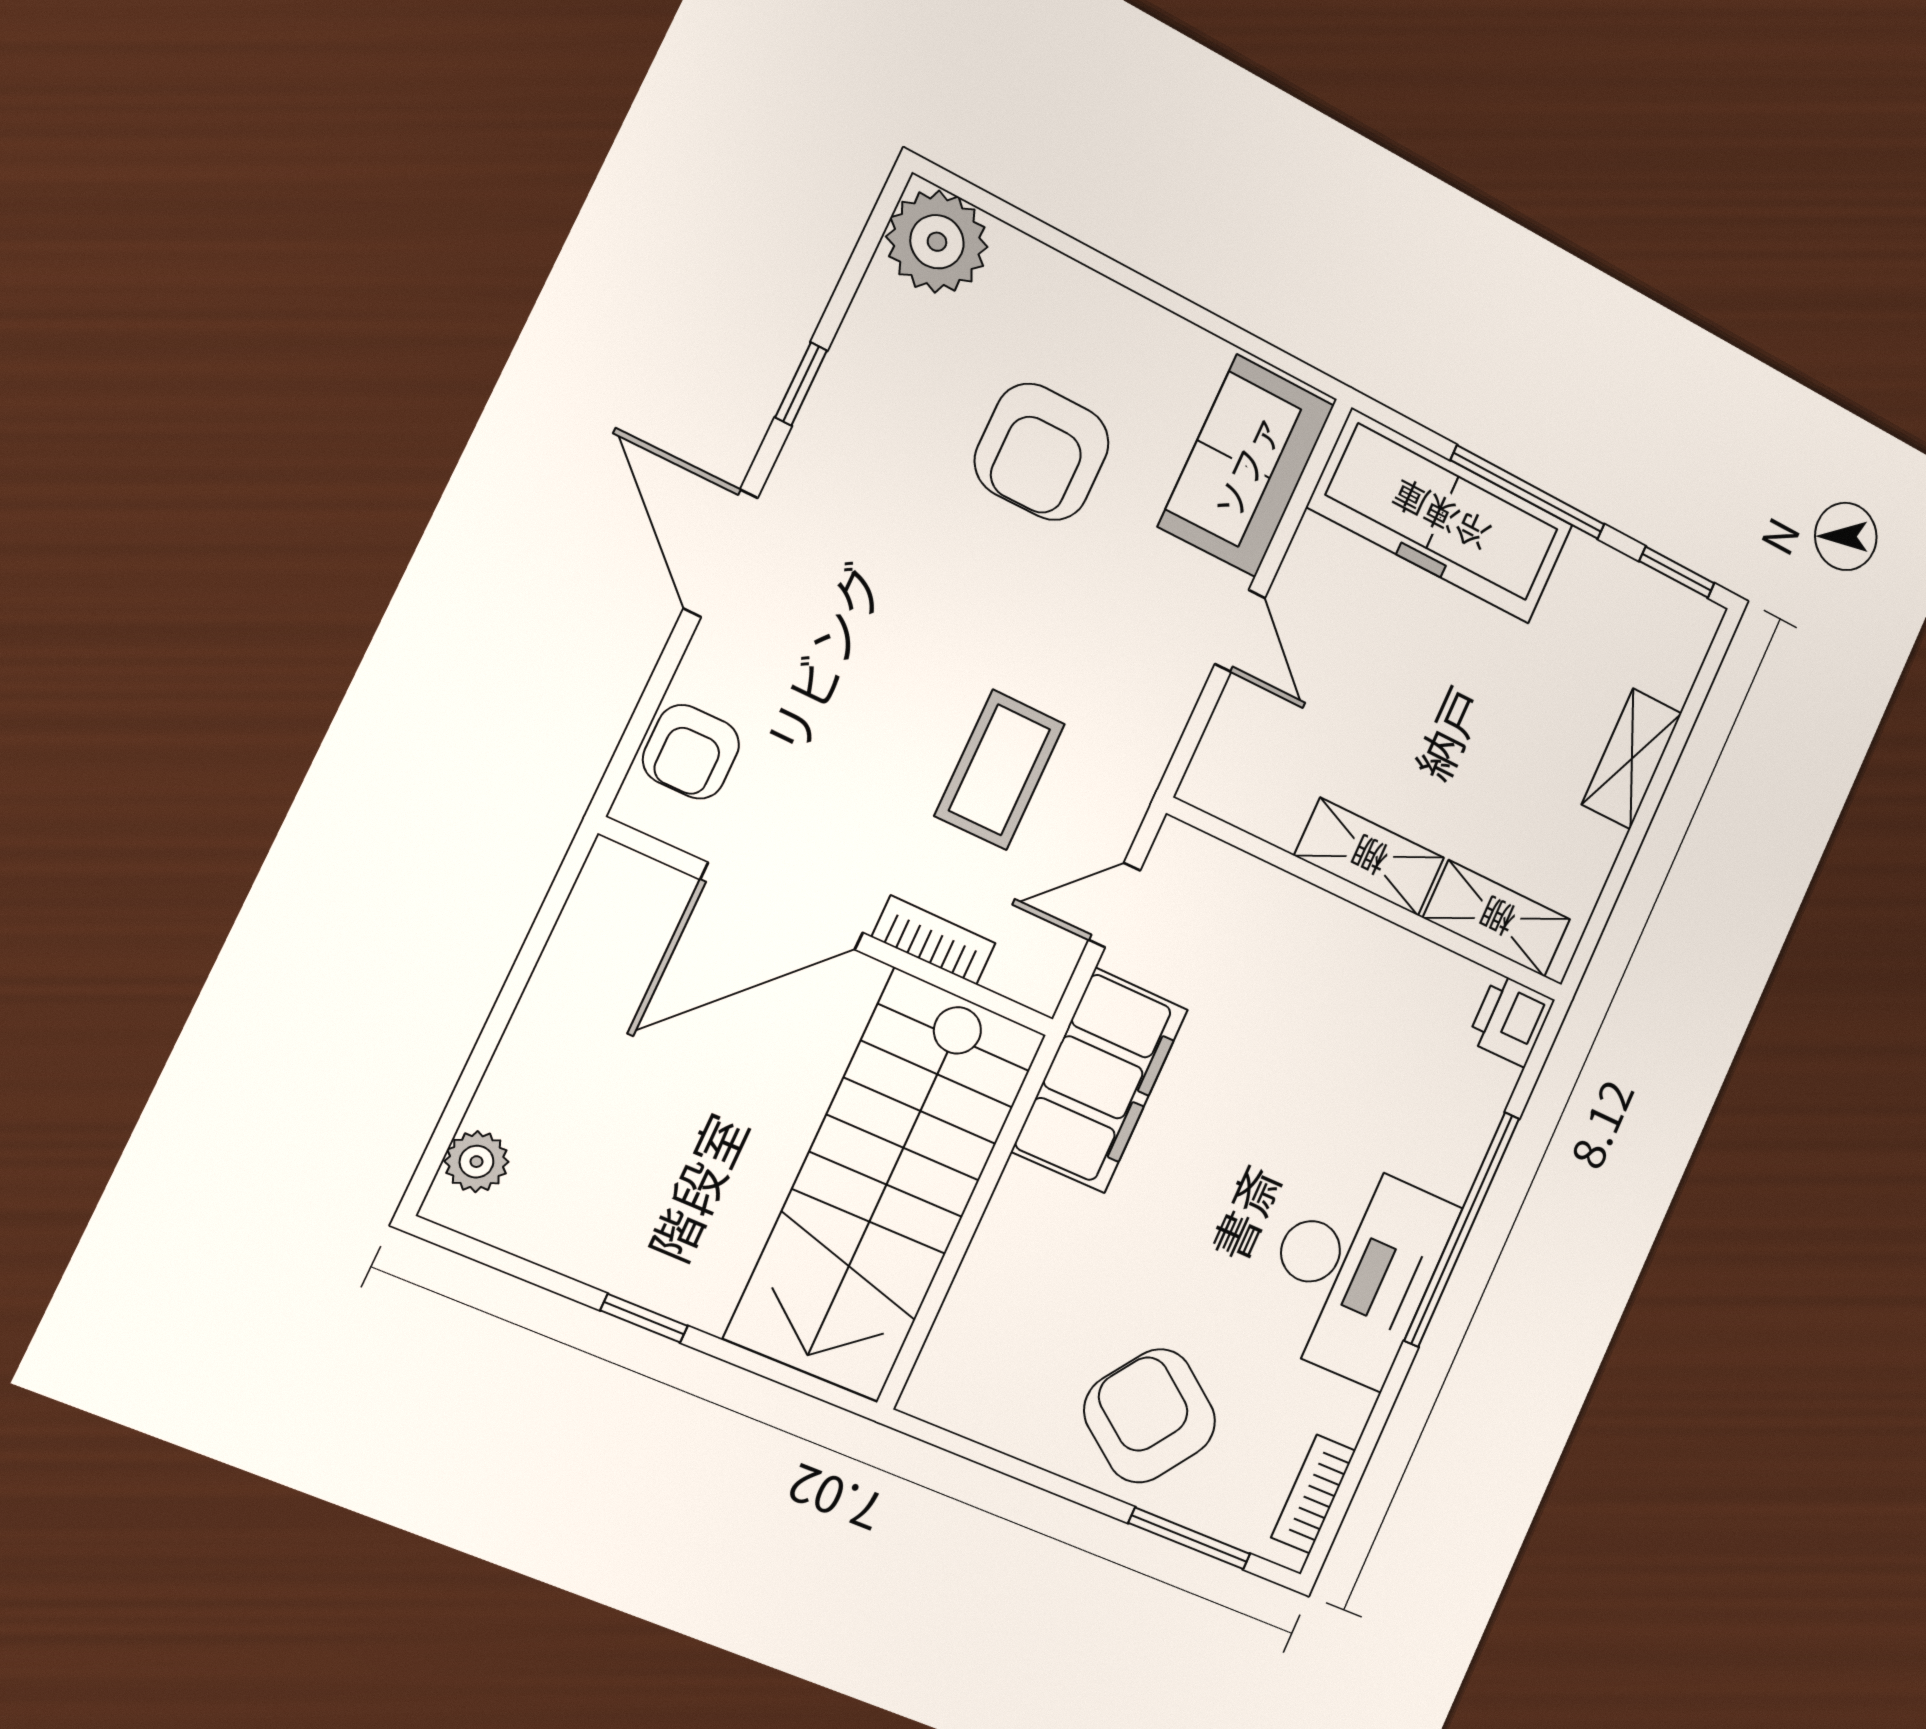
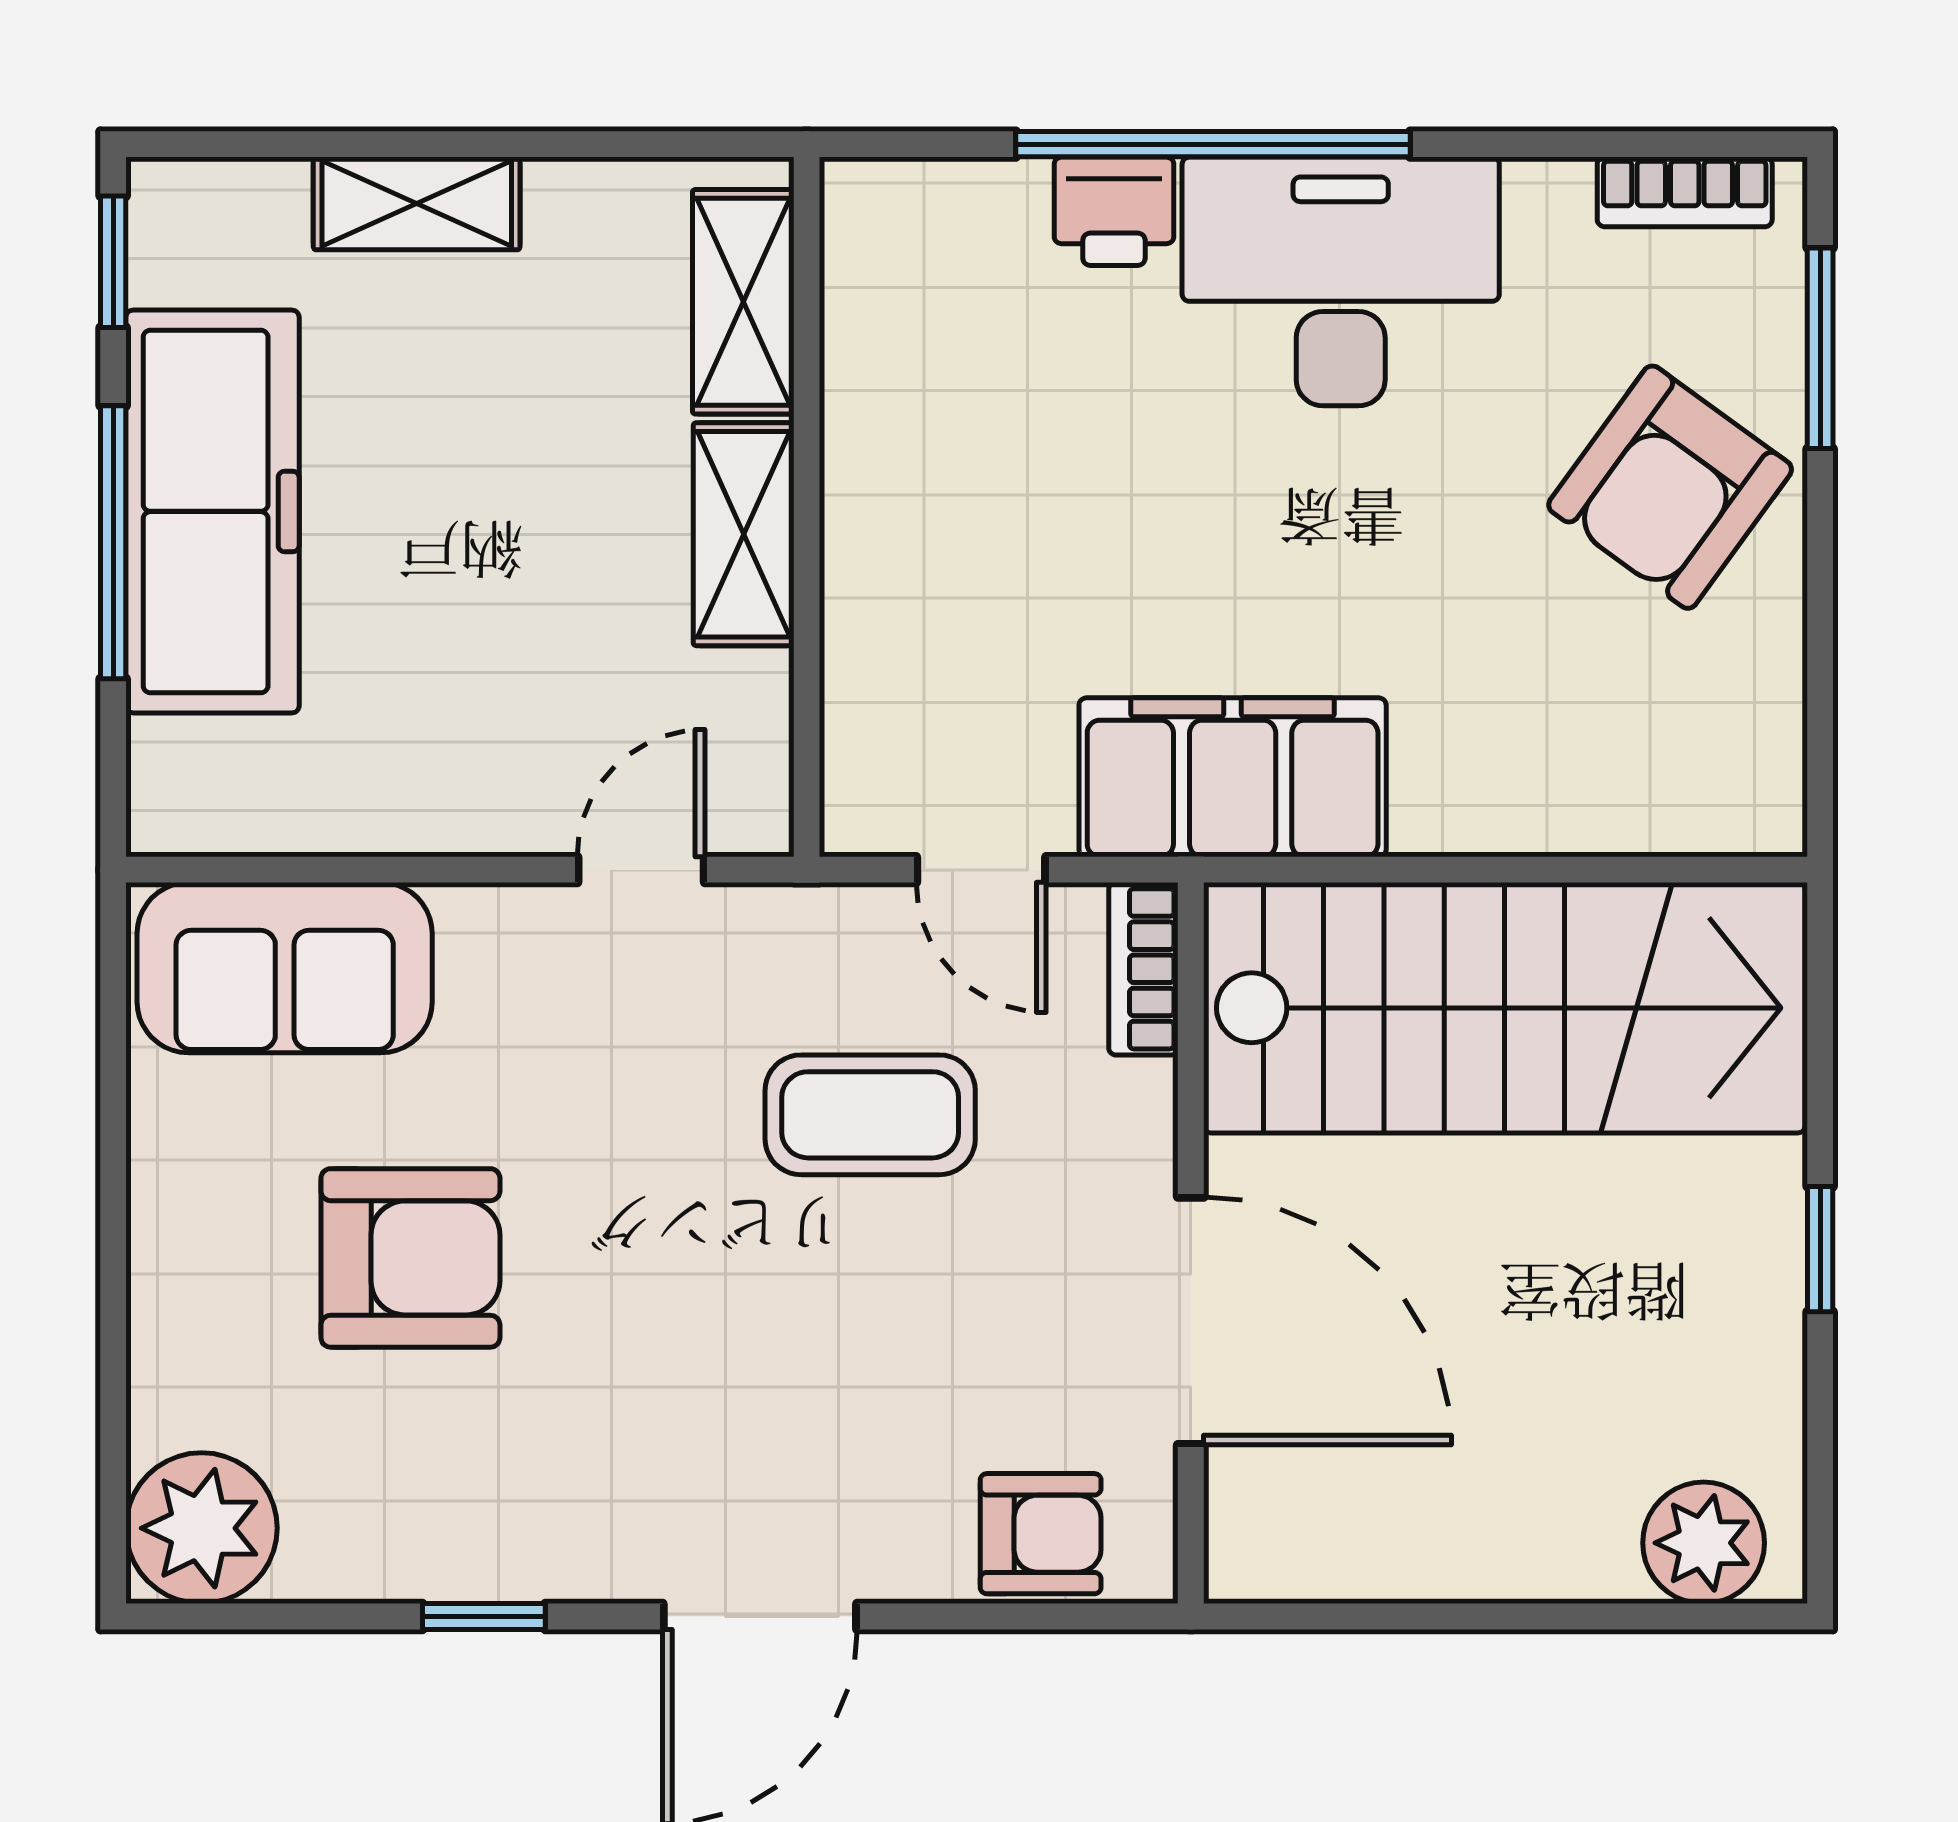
freezer: (1441, 516) -> (212, 511), moved
door: (1240, 631) -> (641, 870), moved
bookcase: (934, 940) -> (1143, 969), moved
printer: (1511, 1020) -> (1114, 211), moved
plant: (476, 1162) -> (1704, 1543), width x1.38, depth x1.38

